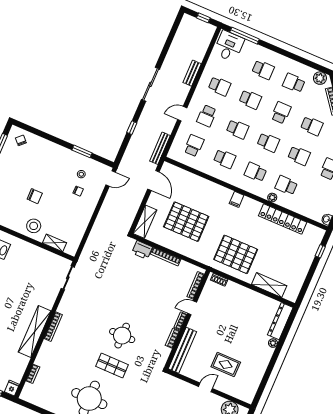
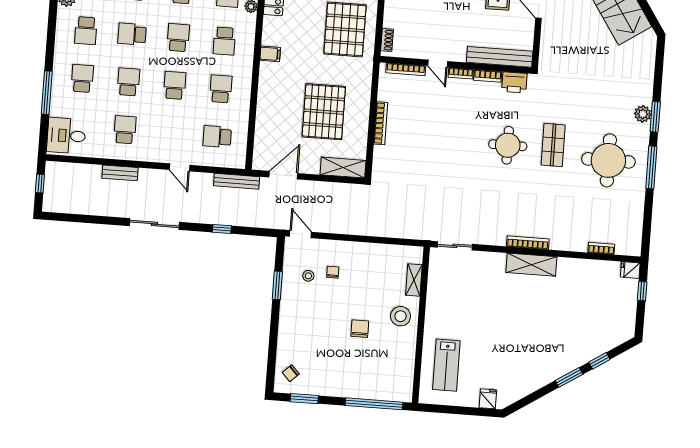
window: (245, 36) -> (47, 93), moved
school desk: (207, 116) -> (171, 133), removed
printer: (142, 250) -> (514, 82), moved, turned 90
shelving: (35, 331) -> (531, 265), width x0.68

